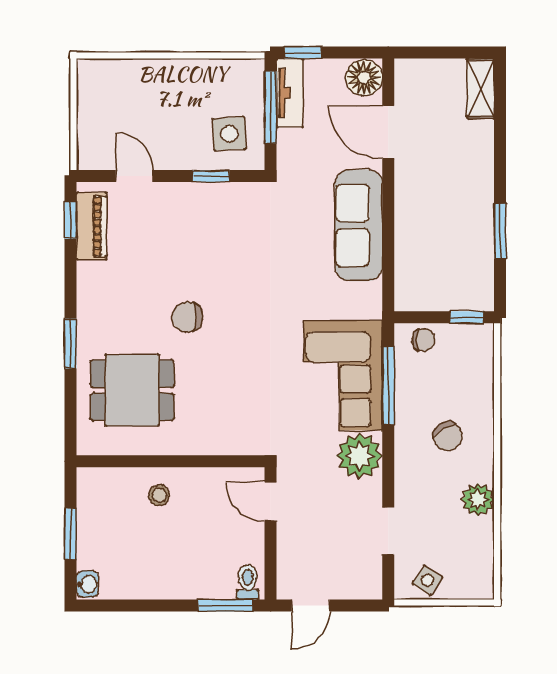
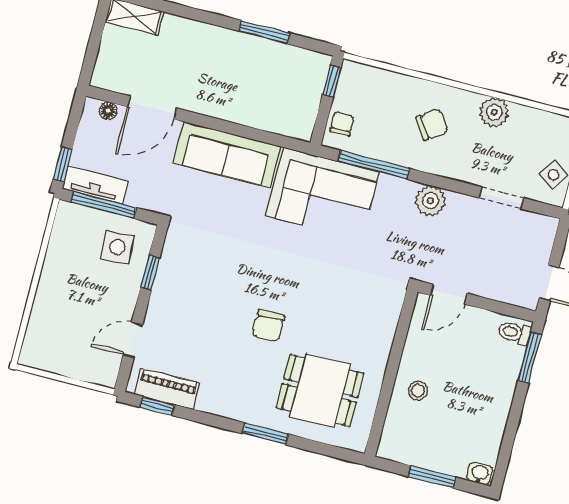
floor lamp: (364, 78) -> (108, 111), width x0.53, depth x0.53
corner sofa: (343, 375) -> (322, 194), moved
dining table: (132, 390) -> (320, 390), turned 90
plant: (359, 456) -> (430, 201), width x0.73, depth x0.73

